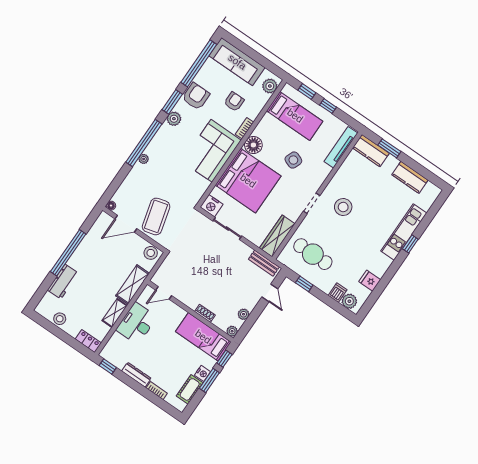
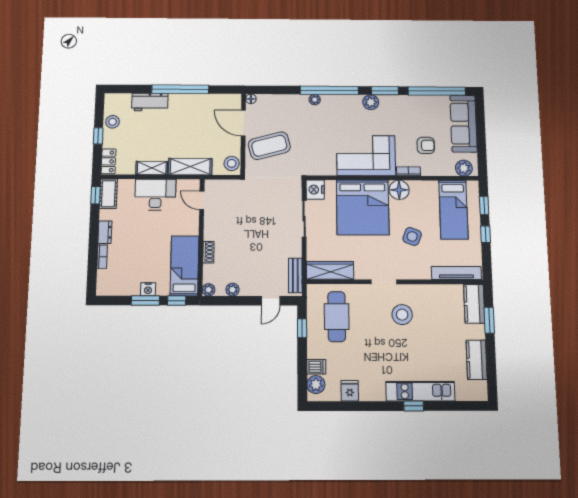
armchair: (196, 96) -> (405, 108), removed
window: (64, 336) -> (98, 136), added
dresser: (136, 375) -> (105, 232), width x0.70
cot: (190, 389) -> (108, 194), moved, turned 90

